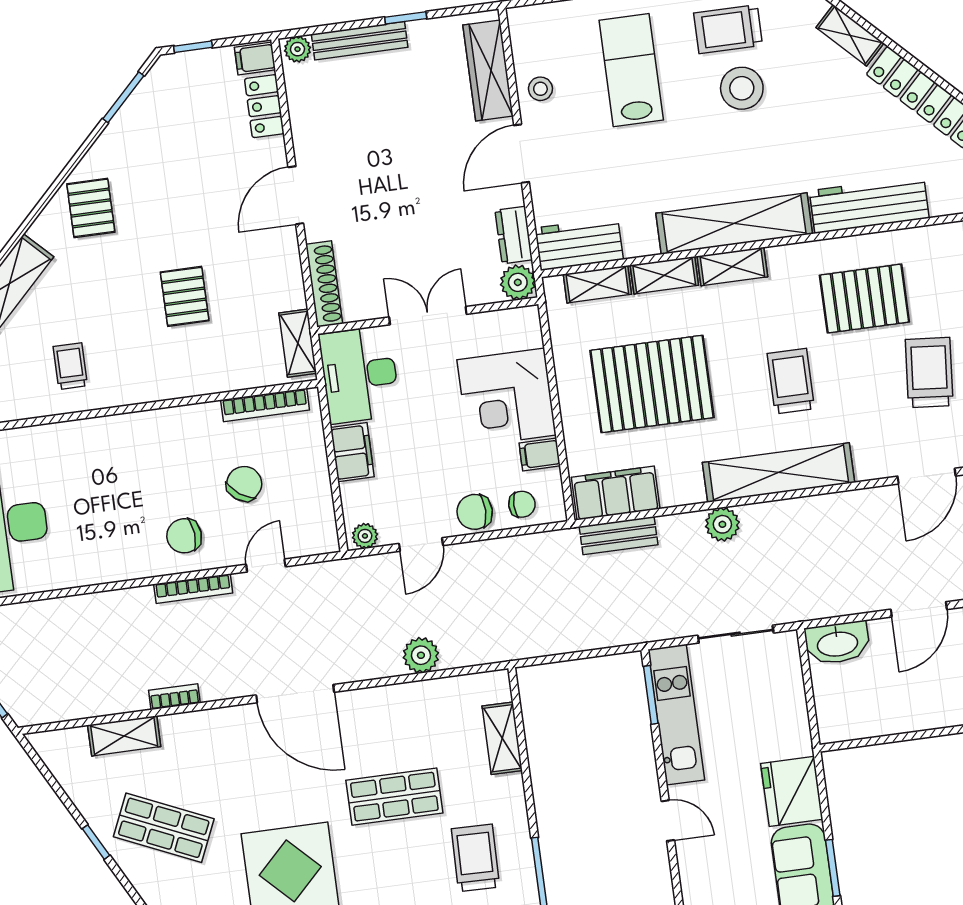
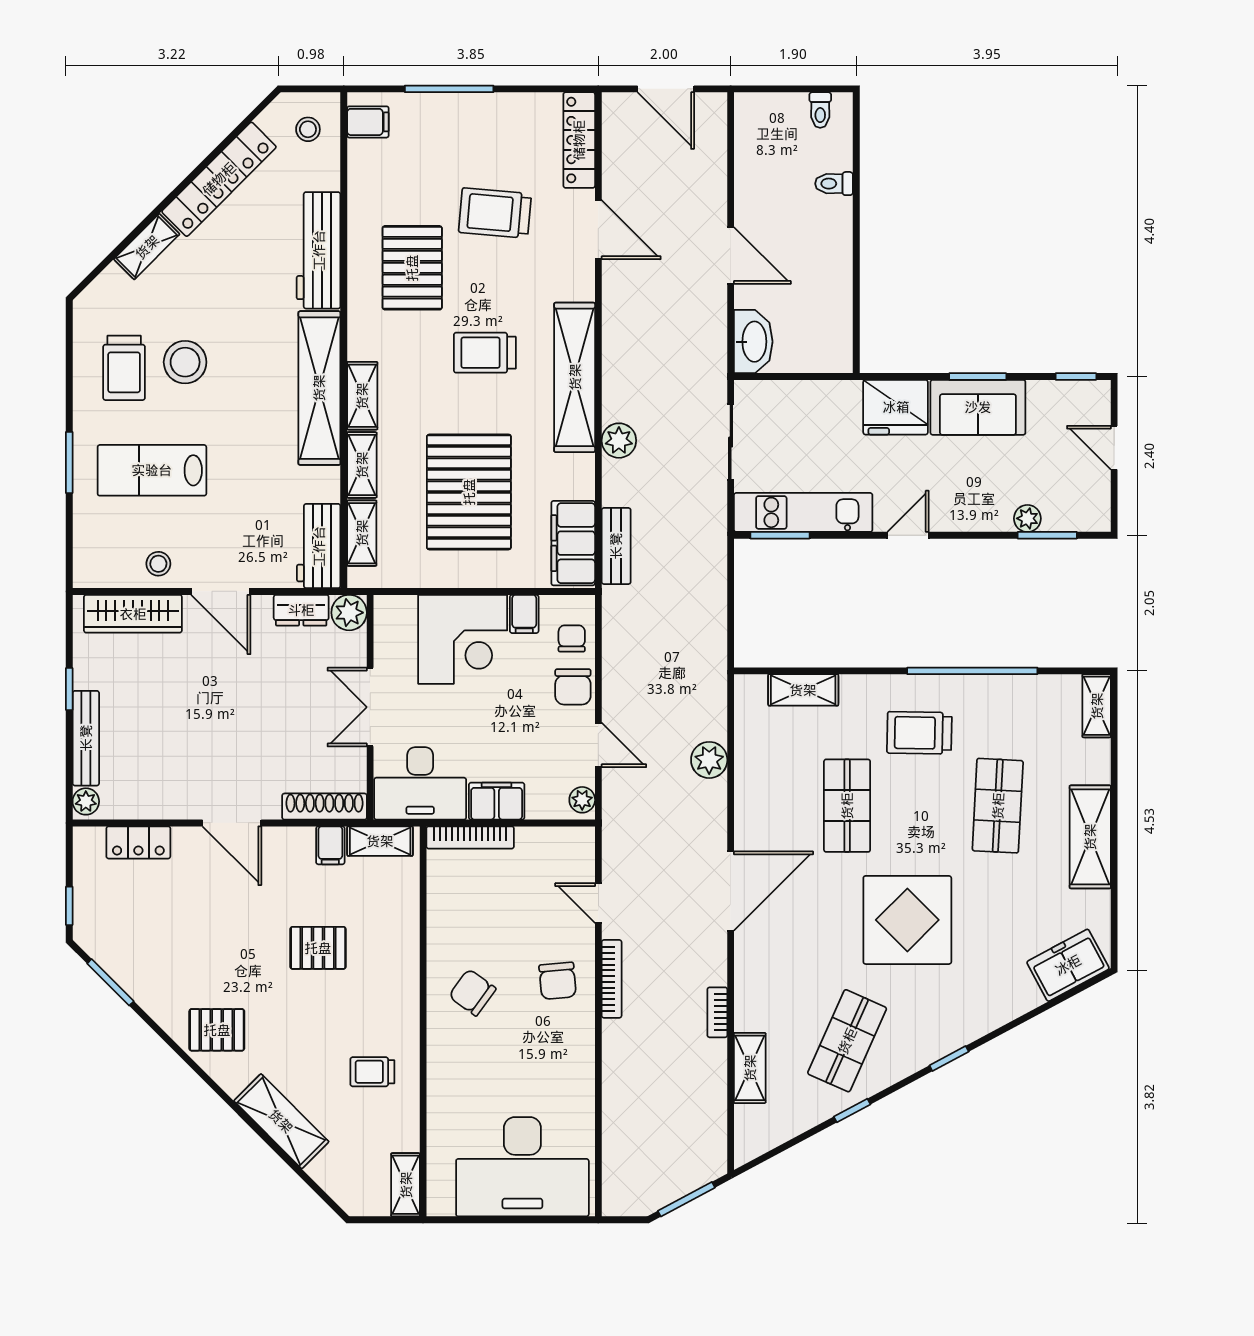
filing cabinet: (255, 59) -> (330, 845), moved
bookcase: (265, 405) -> (470, 837), moved, turned 90
chair: (244, 484) -> (472, 992), moved

